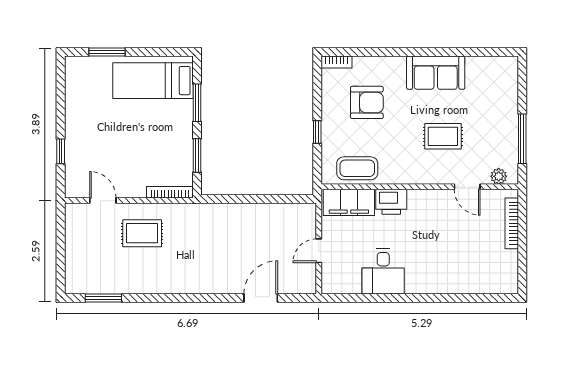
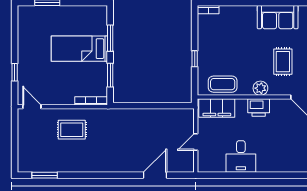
bed: (153, 81) -> (79, 49), moved
armchair: (367, 102) -> (229, 38), removed
rug: (443, 136) -> (283, 62), turned 90
plant: (411, 174) -> (260, 88), added
door: (103, 201) -> (32, 107), moved
printer: (391, 202) -> (259, 108), moved

